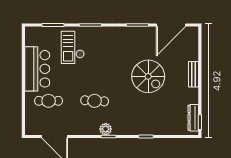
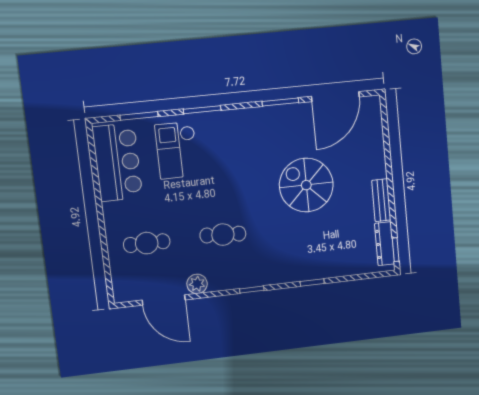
bar counter: (37, 69) -> (117, 162), moved
bench: (194, 74) -> (381, 200), moved
spiral stairs: (148, 76) -> (306, 185), turned 180
plant: (106, 129) -> (197, 284), moved

